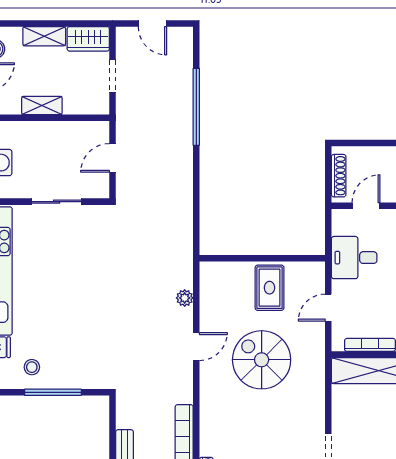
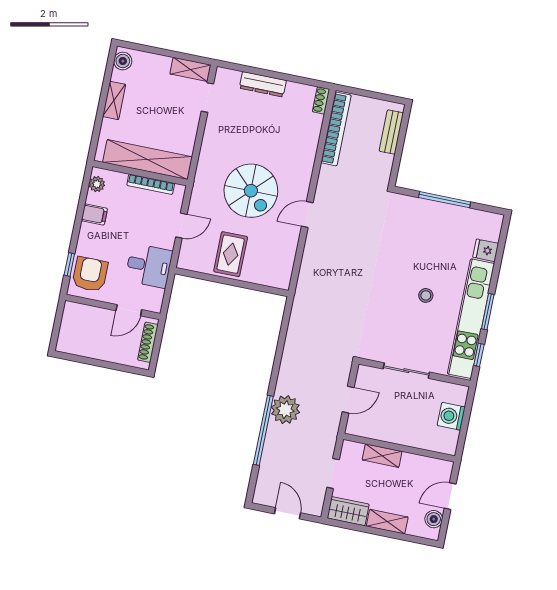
shelving: (42, 106) -> (382, 456), moved
plant: (185, 298) -> (285, 410), moved, width x1.87, depth x1.87
stool: (32, 367) -> (426, 295), moved

